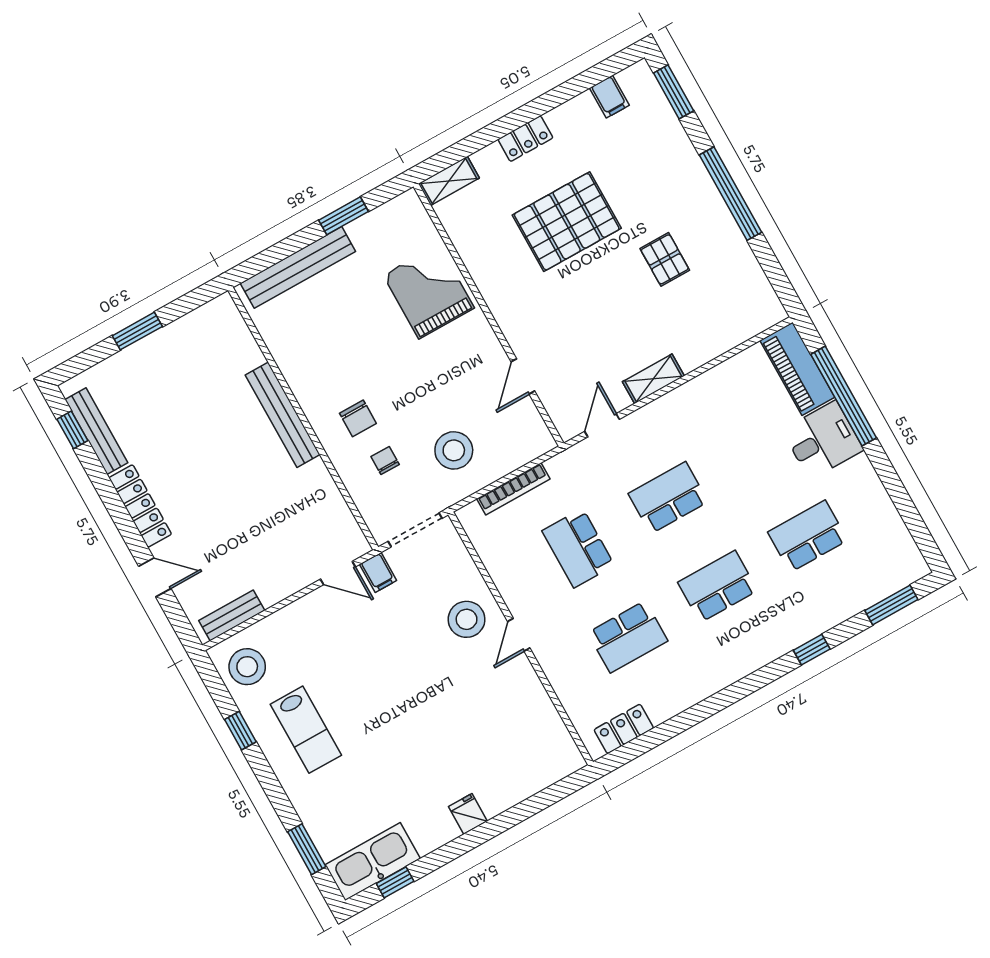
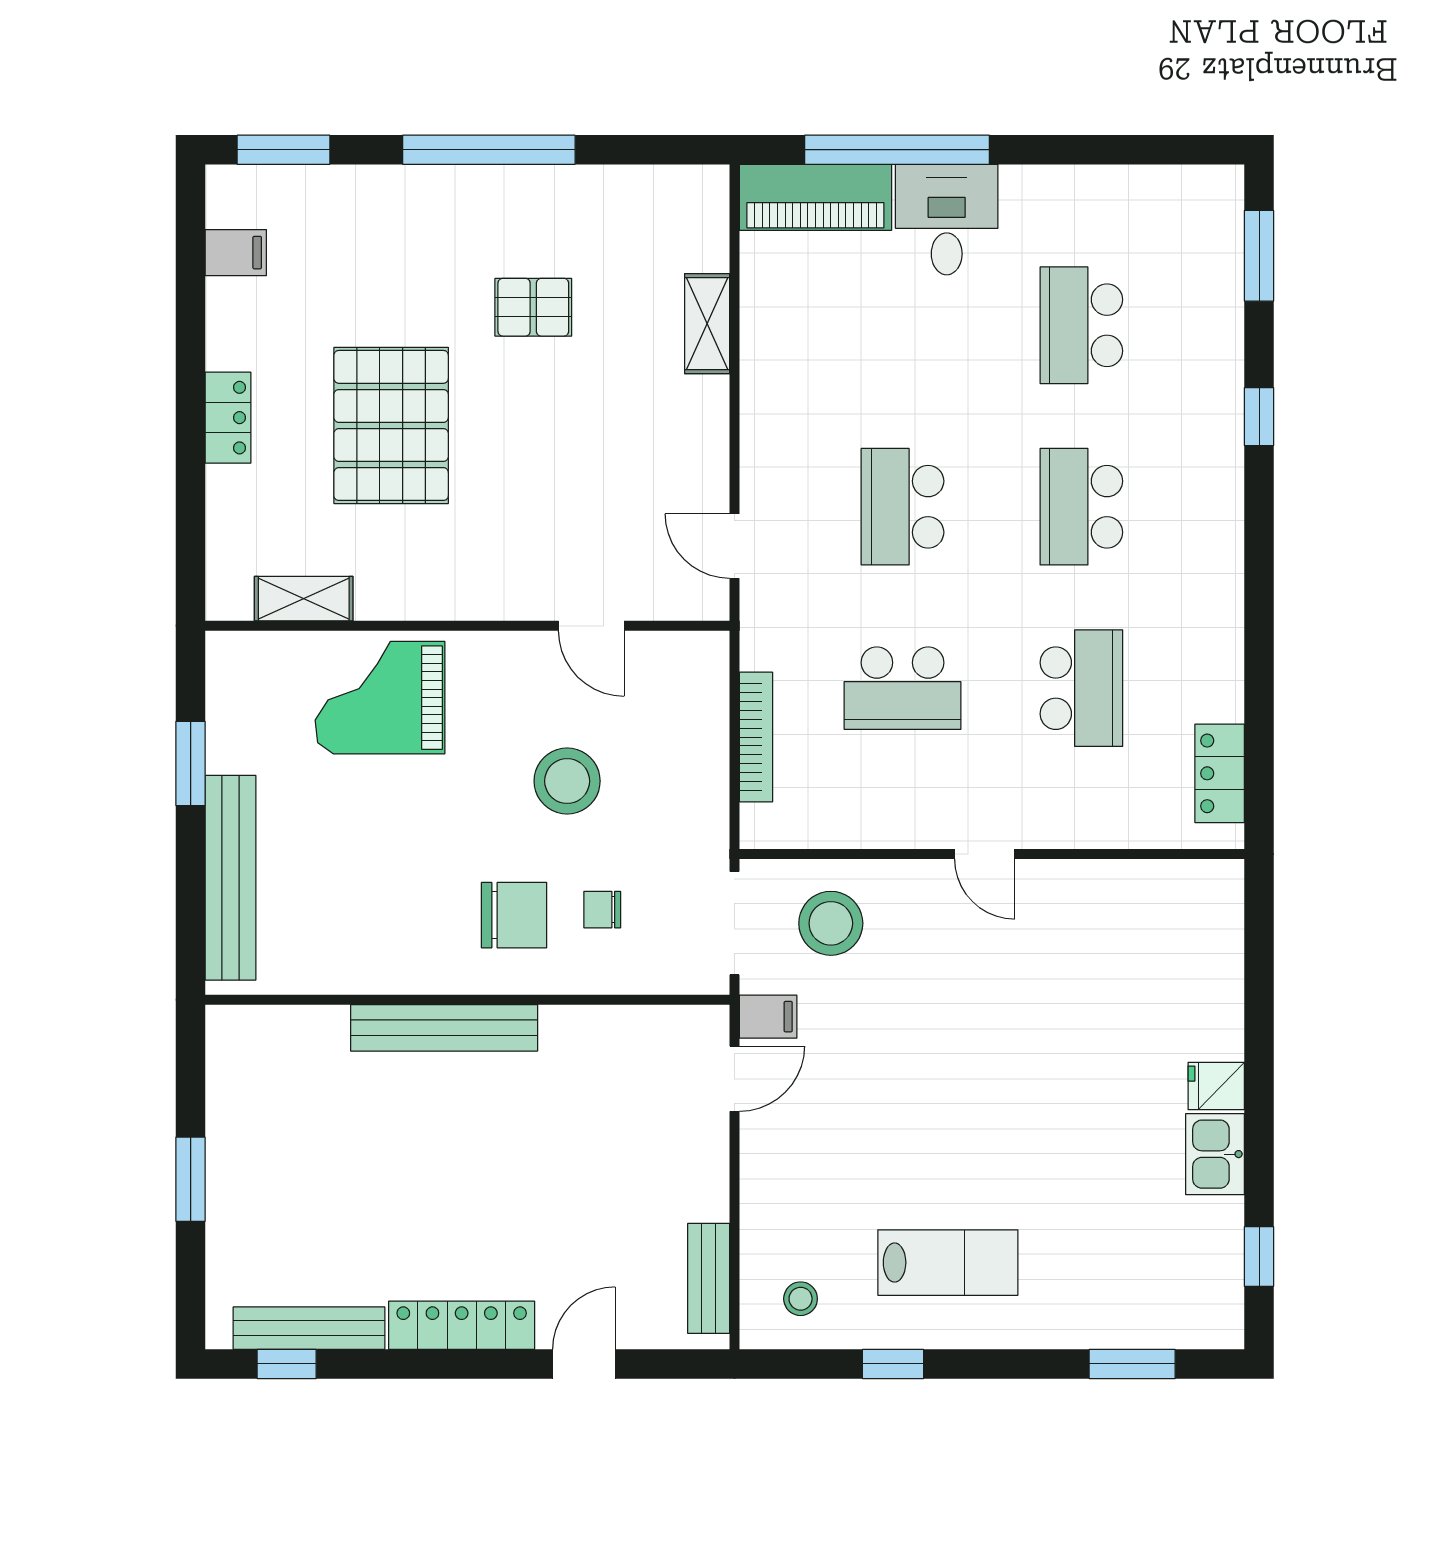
shelving: (449, 181) -> (304, 599), moved, turned 90
shelving: (653, 379) -> (707, 324), moved
chair: (358, 418) -> (514, 915), width x1.37, depth x1.37
stool: (454, 450) -> (567, 781), moved
stool: (467, 619) -> (831, 923), moved
stool: (247, 667) -> (801, 1299), width x0.53, depth x0.53
kitchen sink: (373, 862) -> (1215, 1154), moved, width x0.53, depth x0.81

